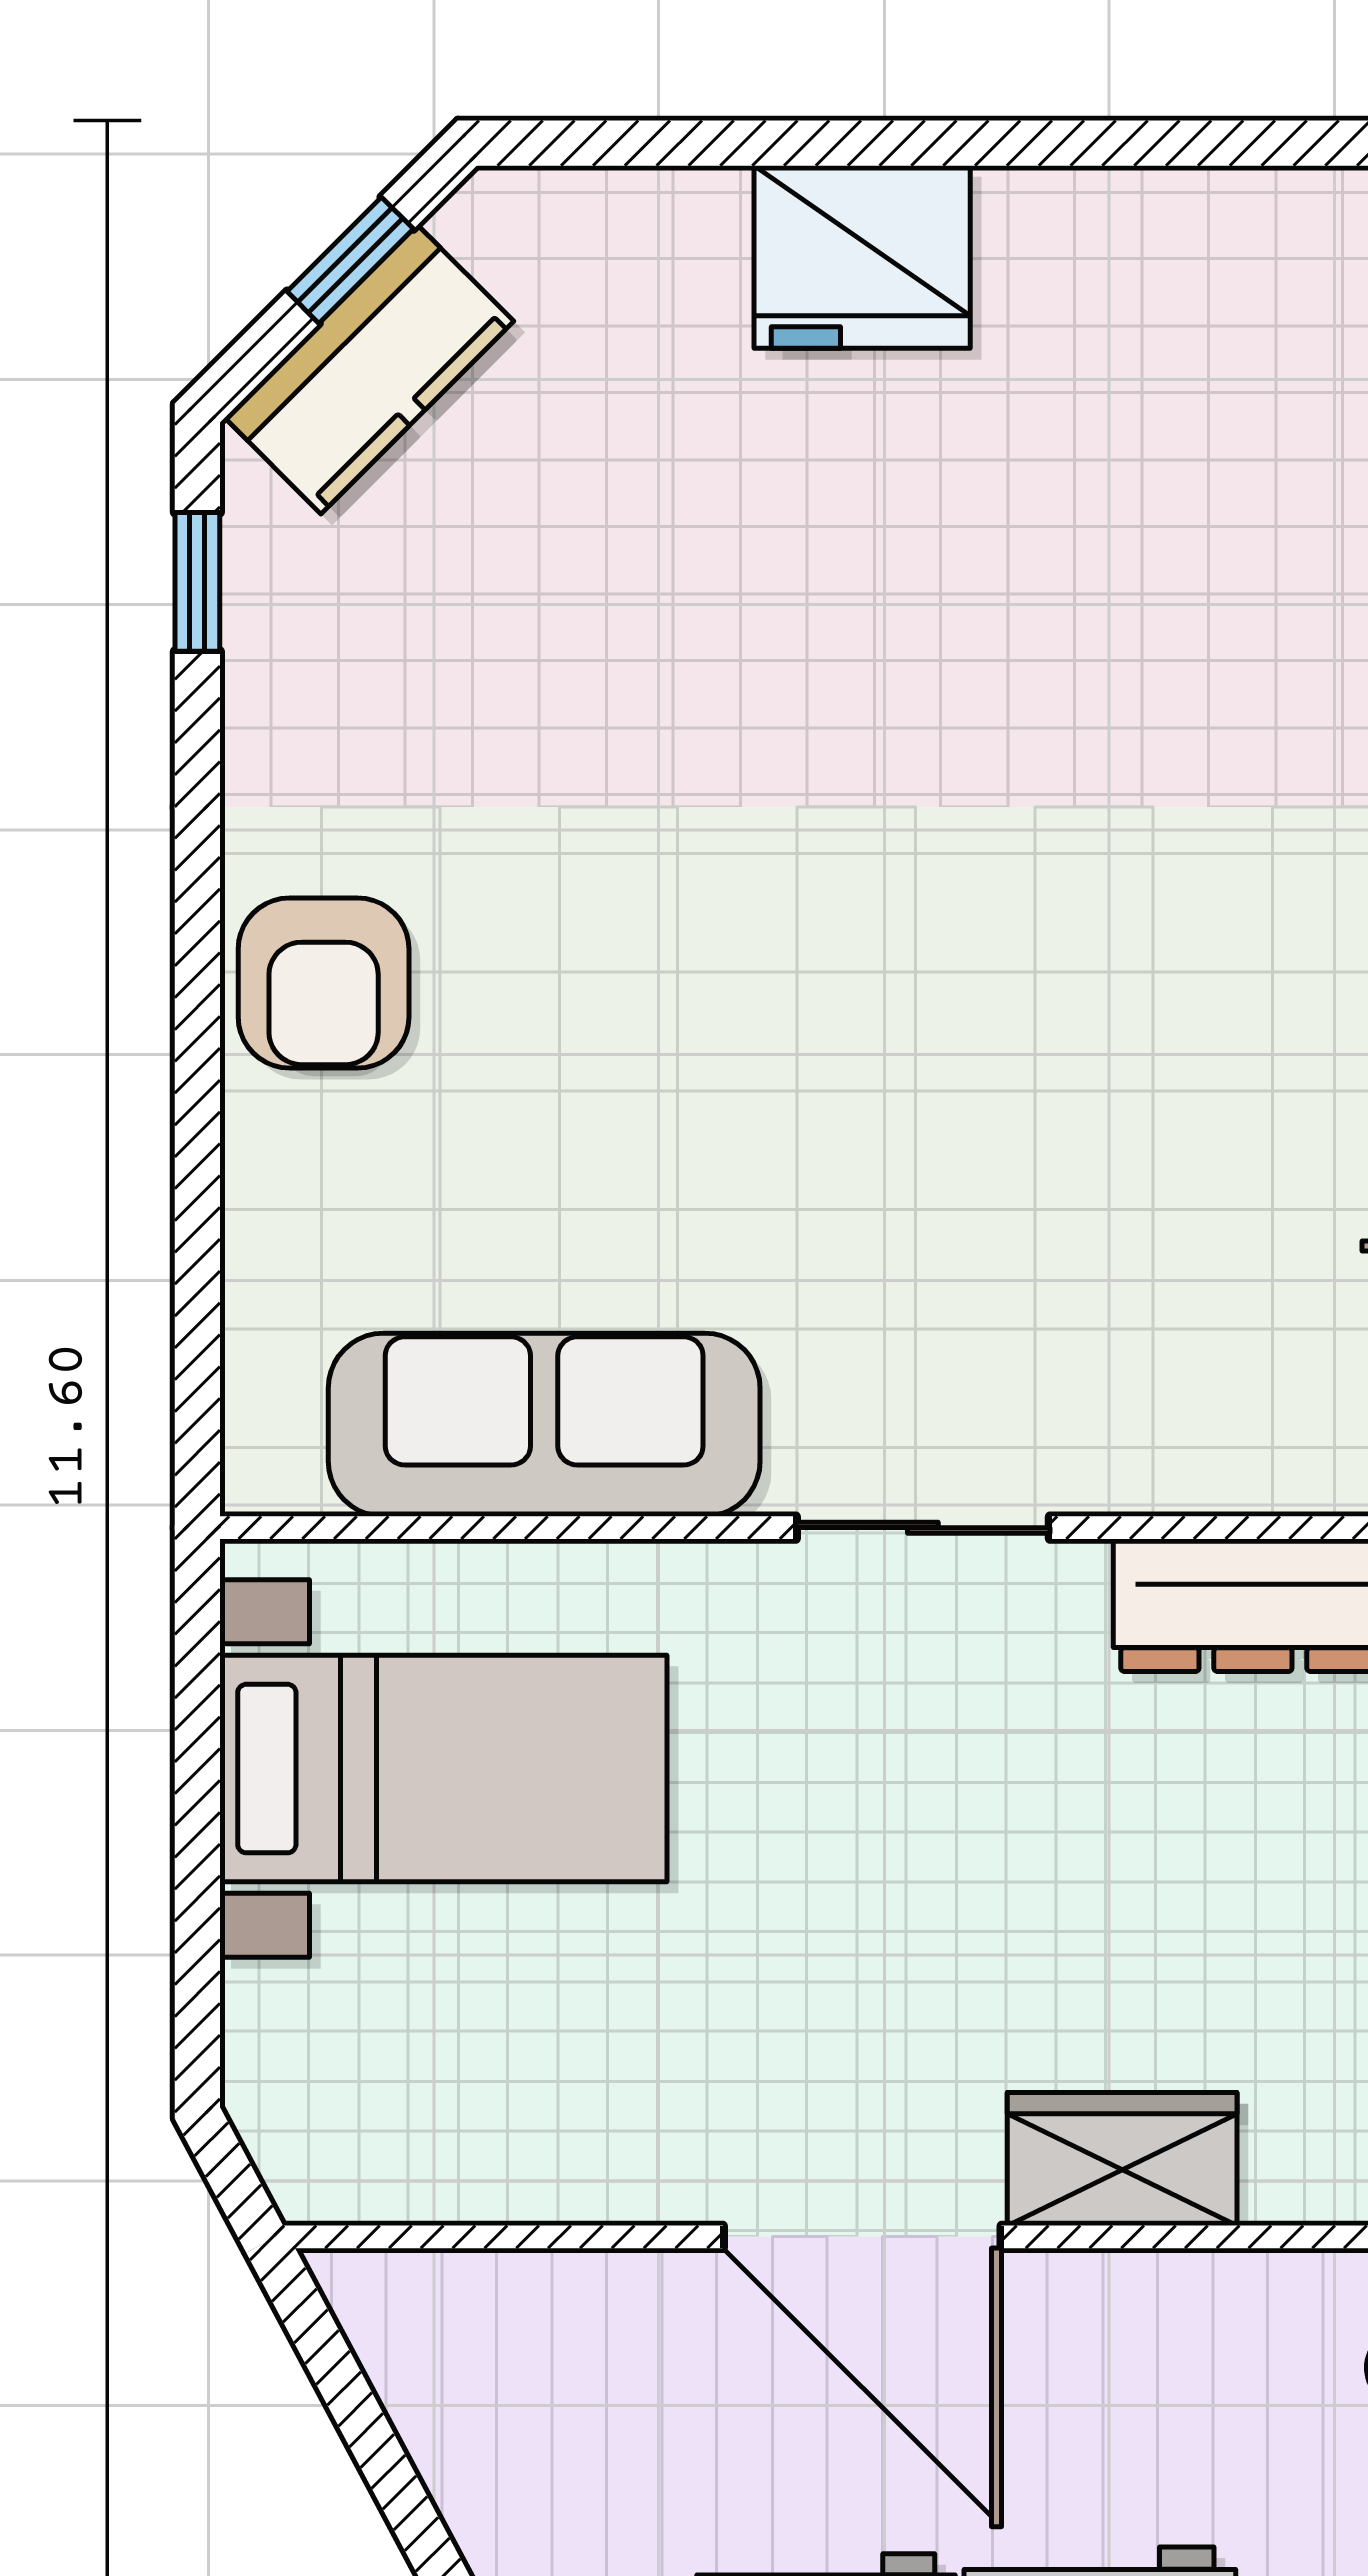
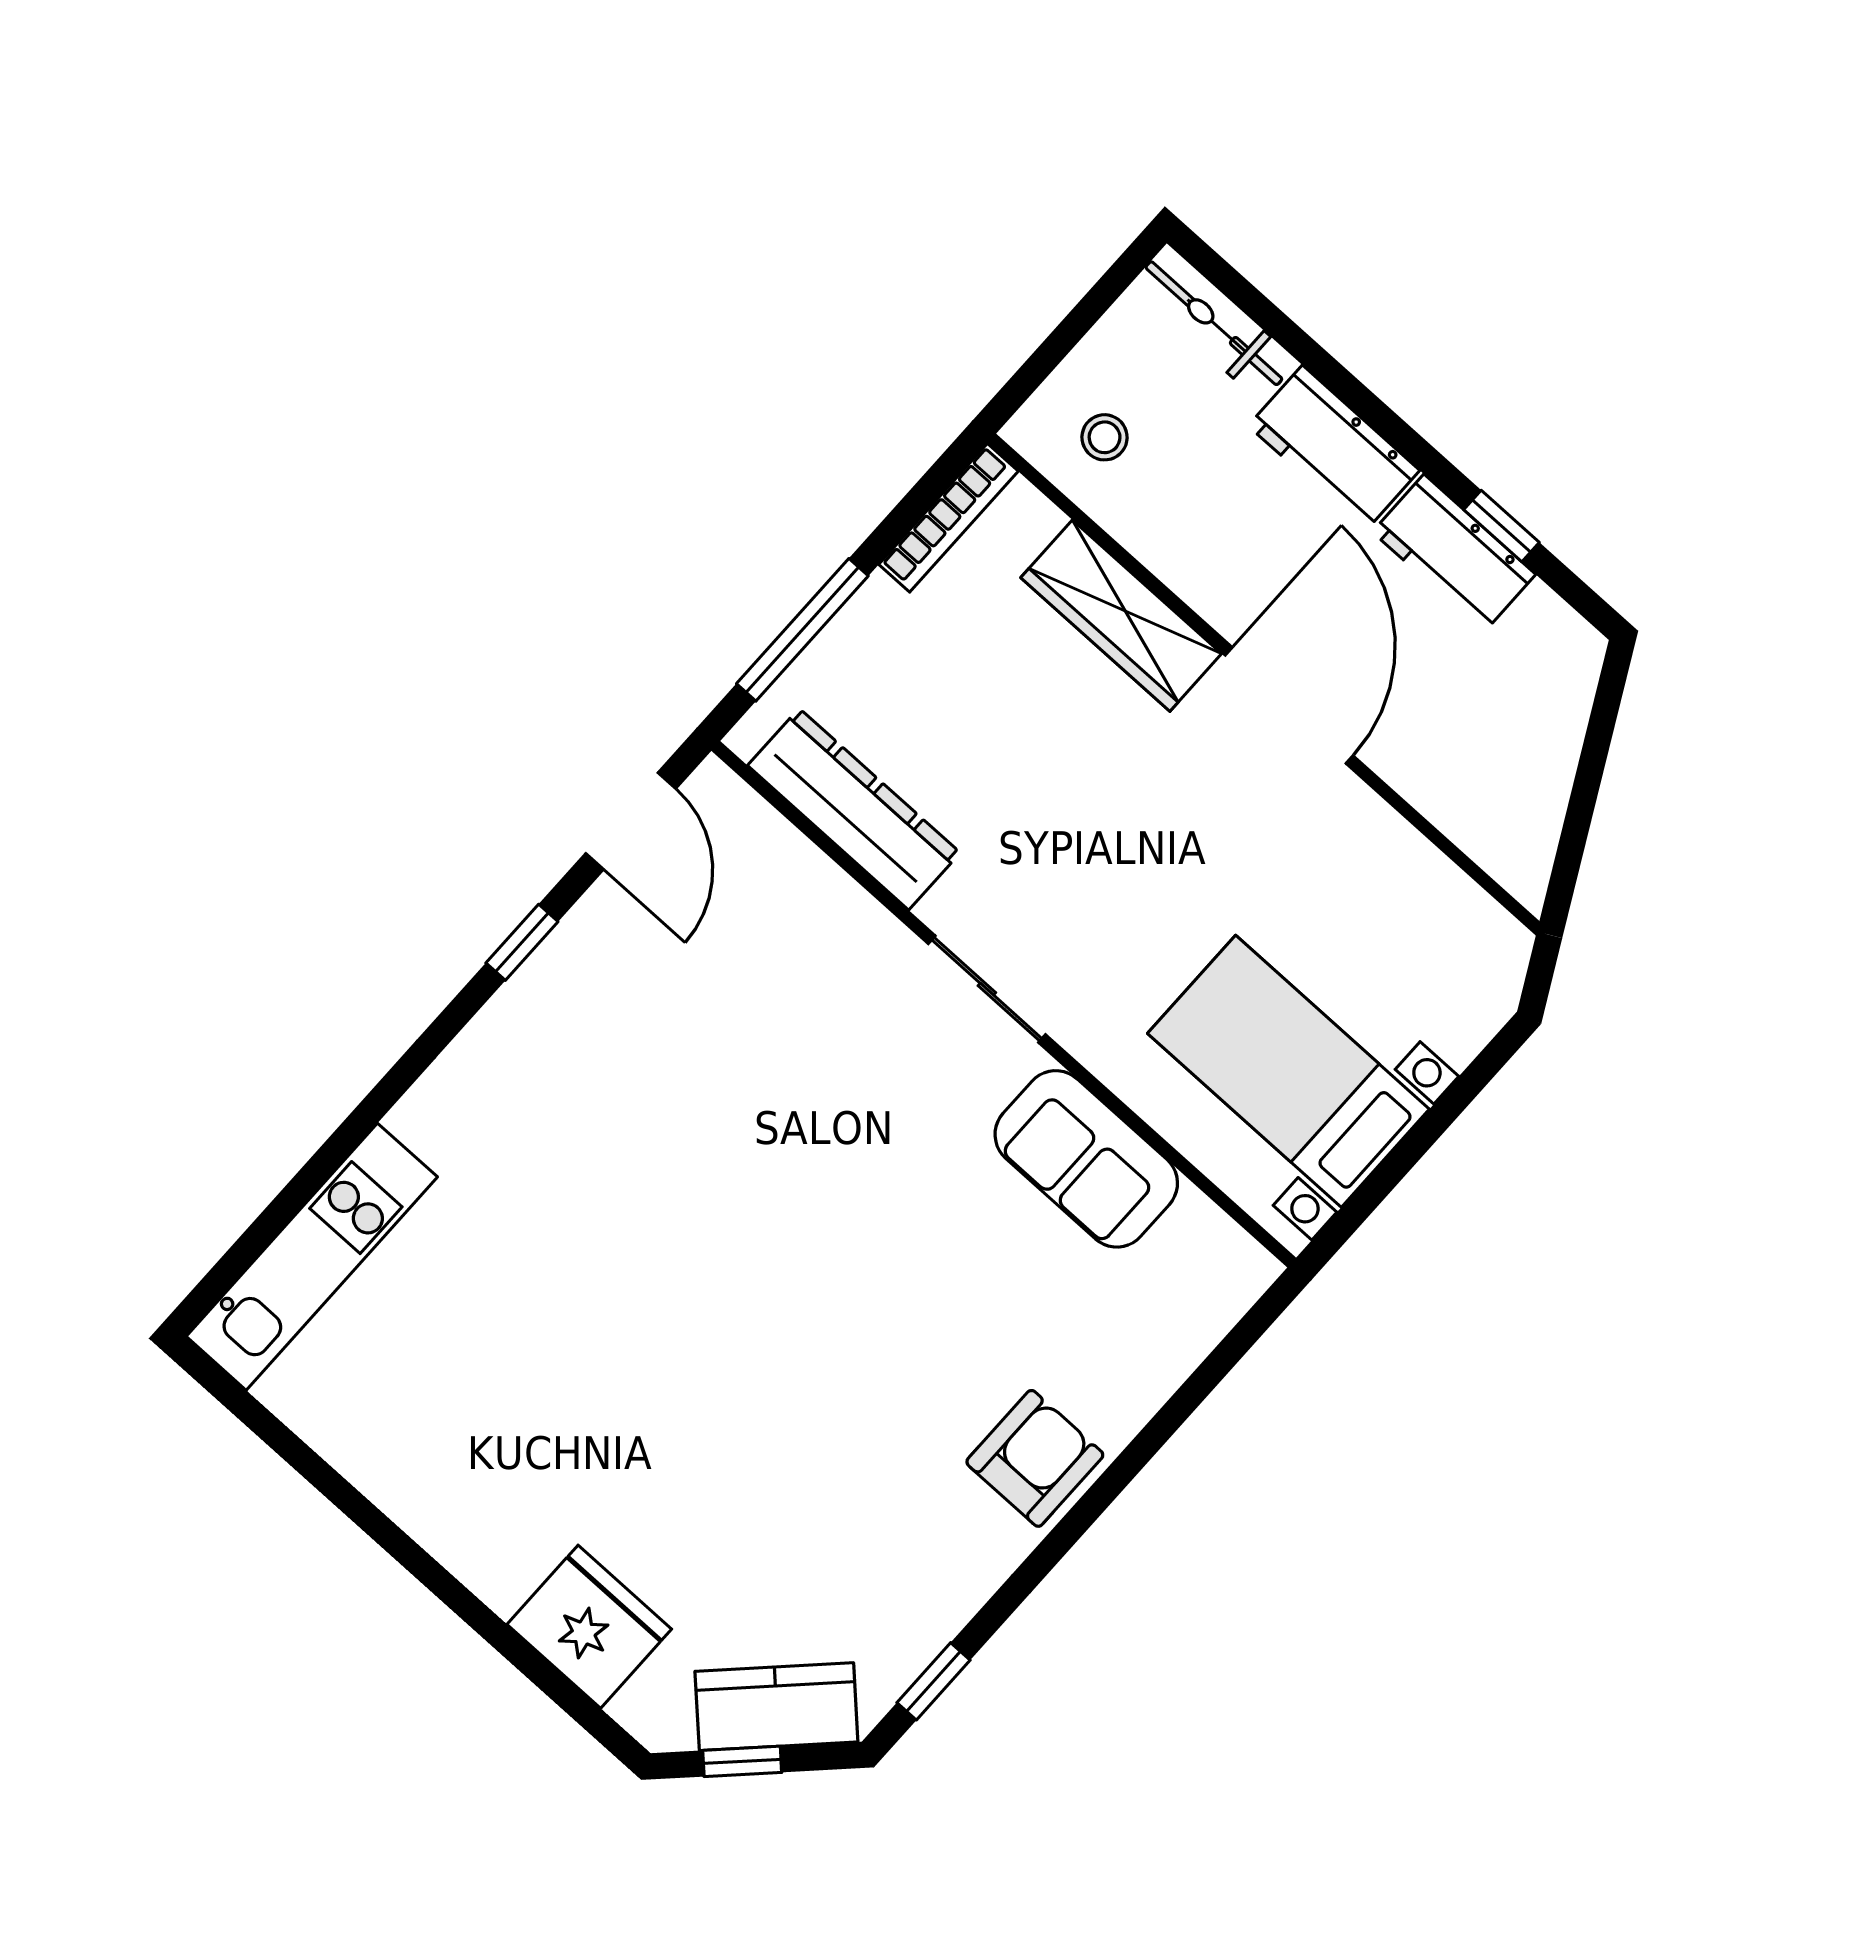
fridge: (862, 257) -> (589, 1627), moved
sofa: (544, 1425) -> (1086, 1159), width x0.73
wardrobe: (1122, 2159) -> (1121, 616), width x1.50

